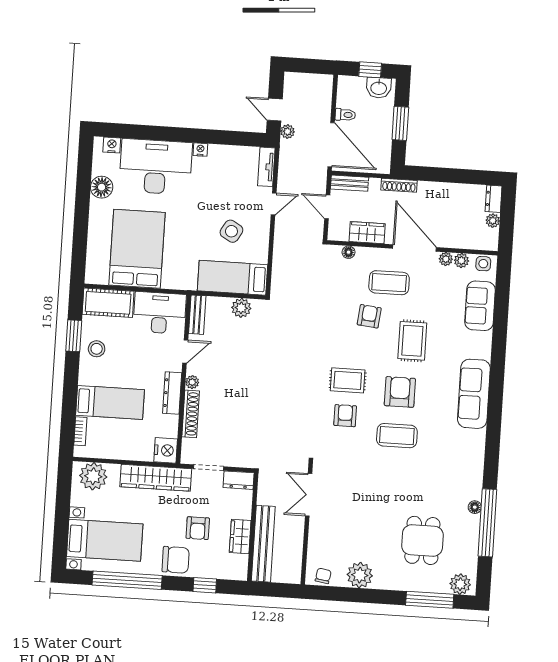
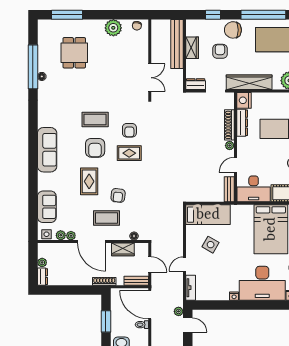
plant: (241, 308) -> (201, 196), removed
dresser: (172, 393) -> (242, 123), moved
plant: (460, 584) -> (48, 26), removed

